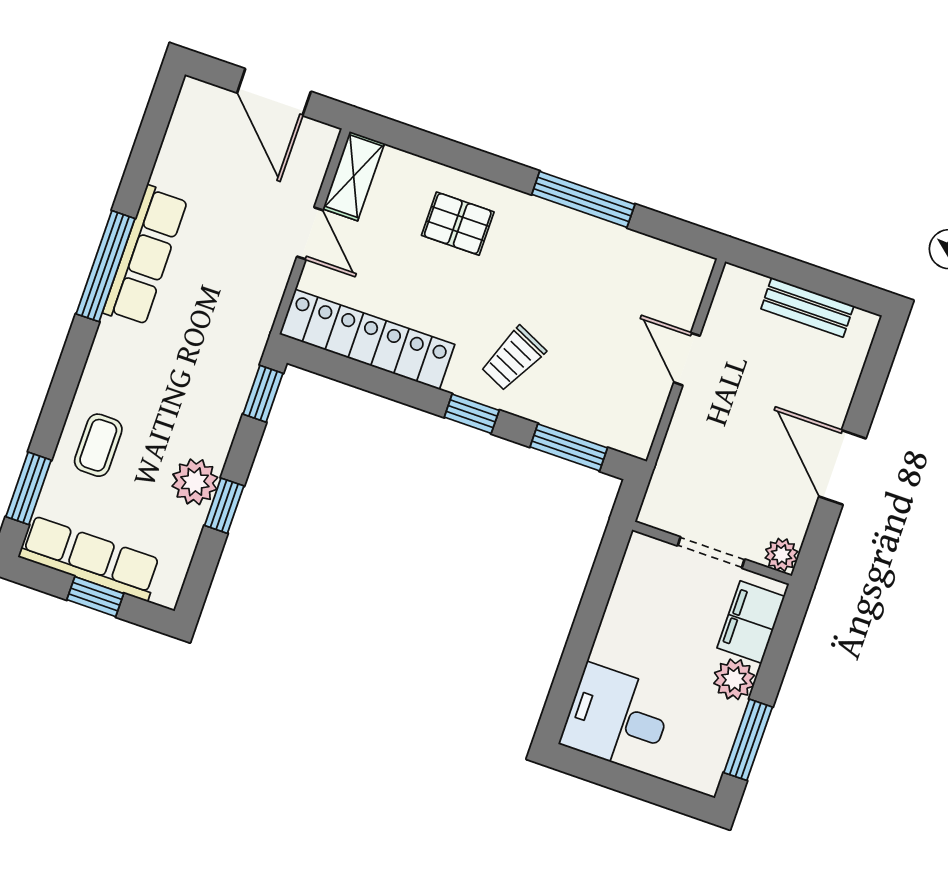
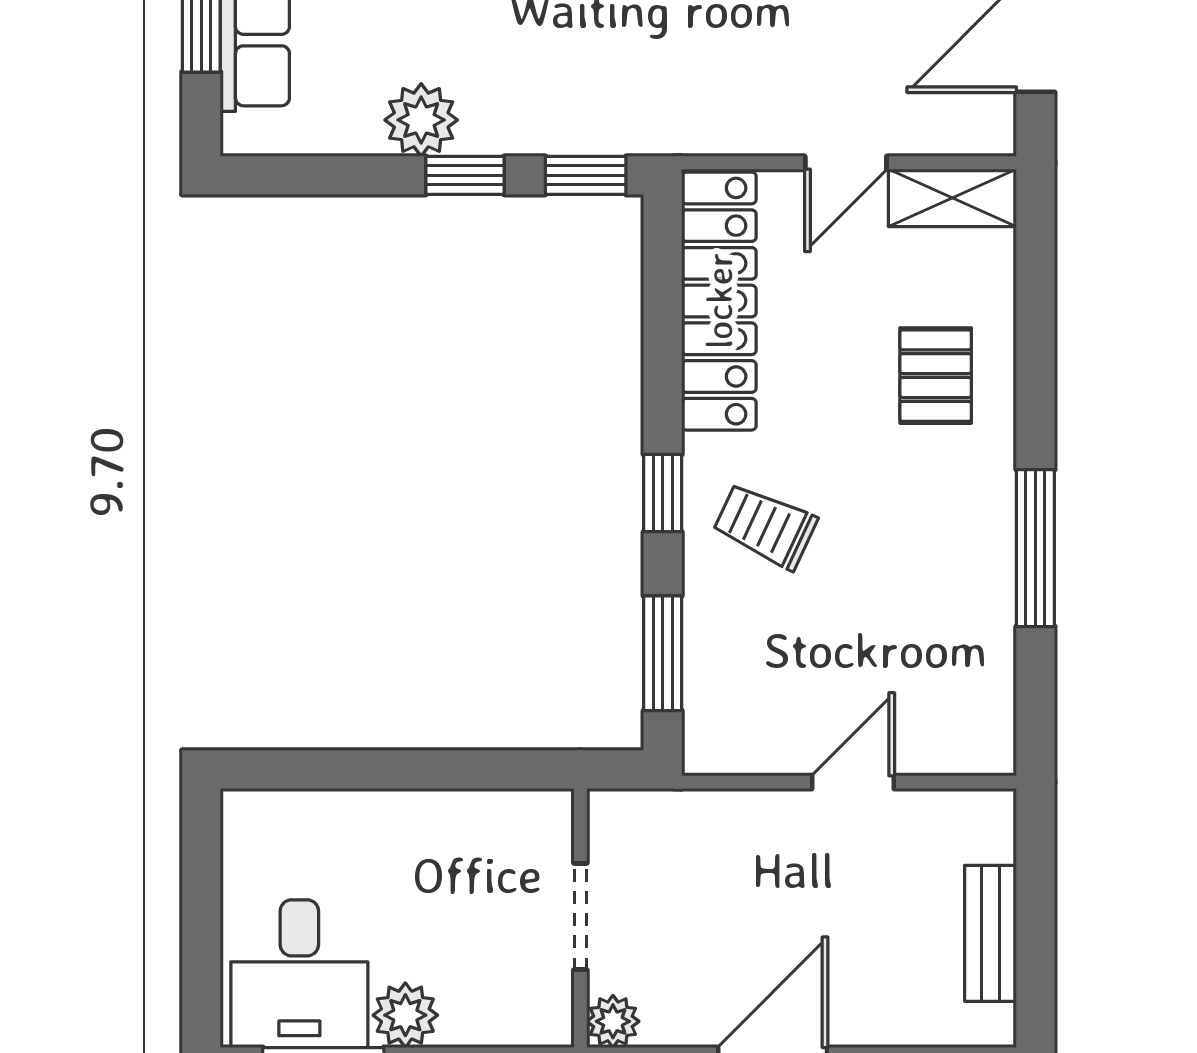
window: (224, 506) -> (465, 175), moved
filing cabinet: (751, 622) -> (498, 1011), removed
desk: (617, 718) -> (299, 974), moved, turned 180

